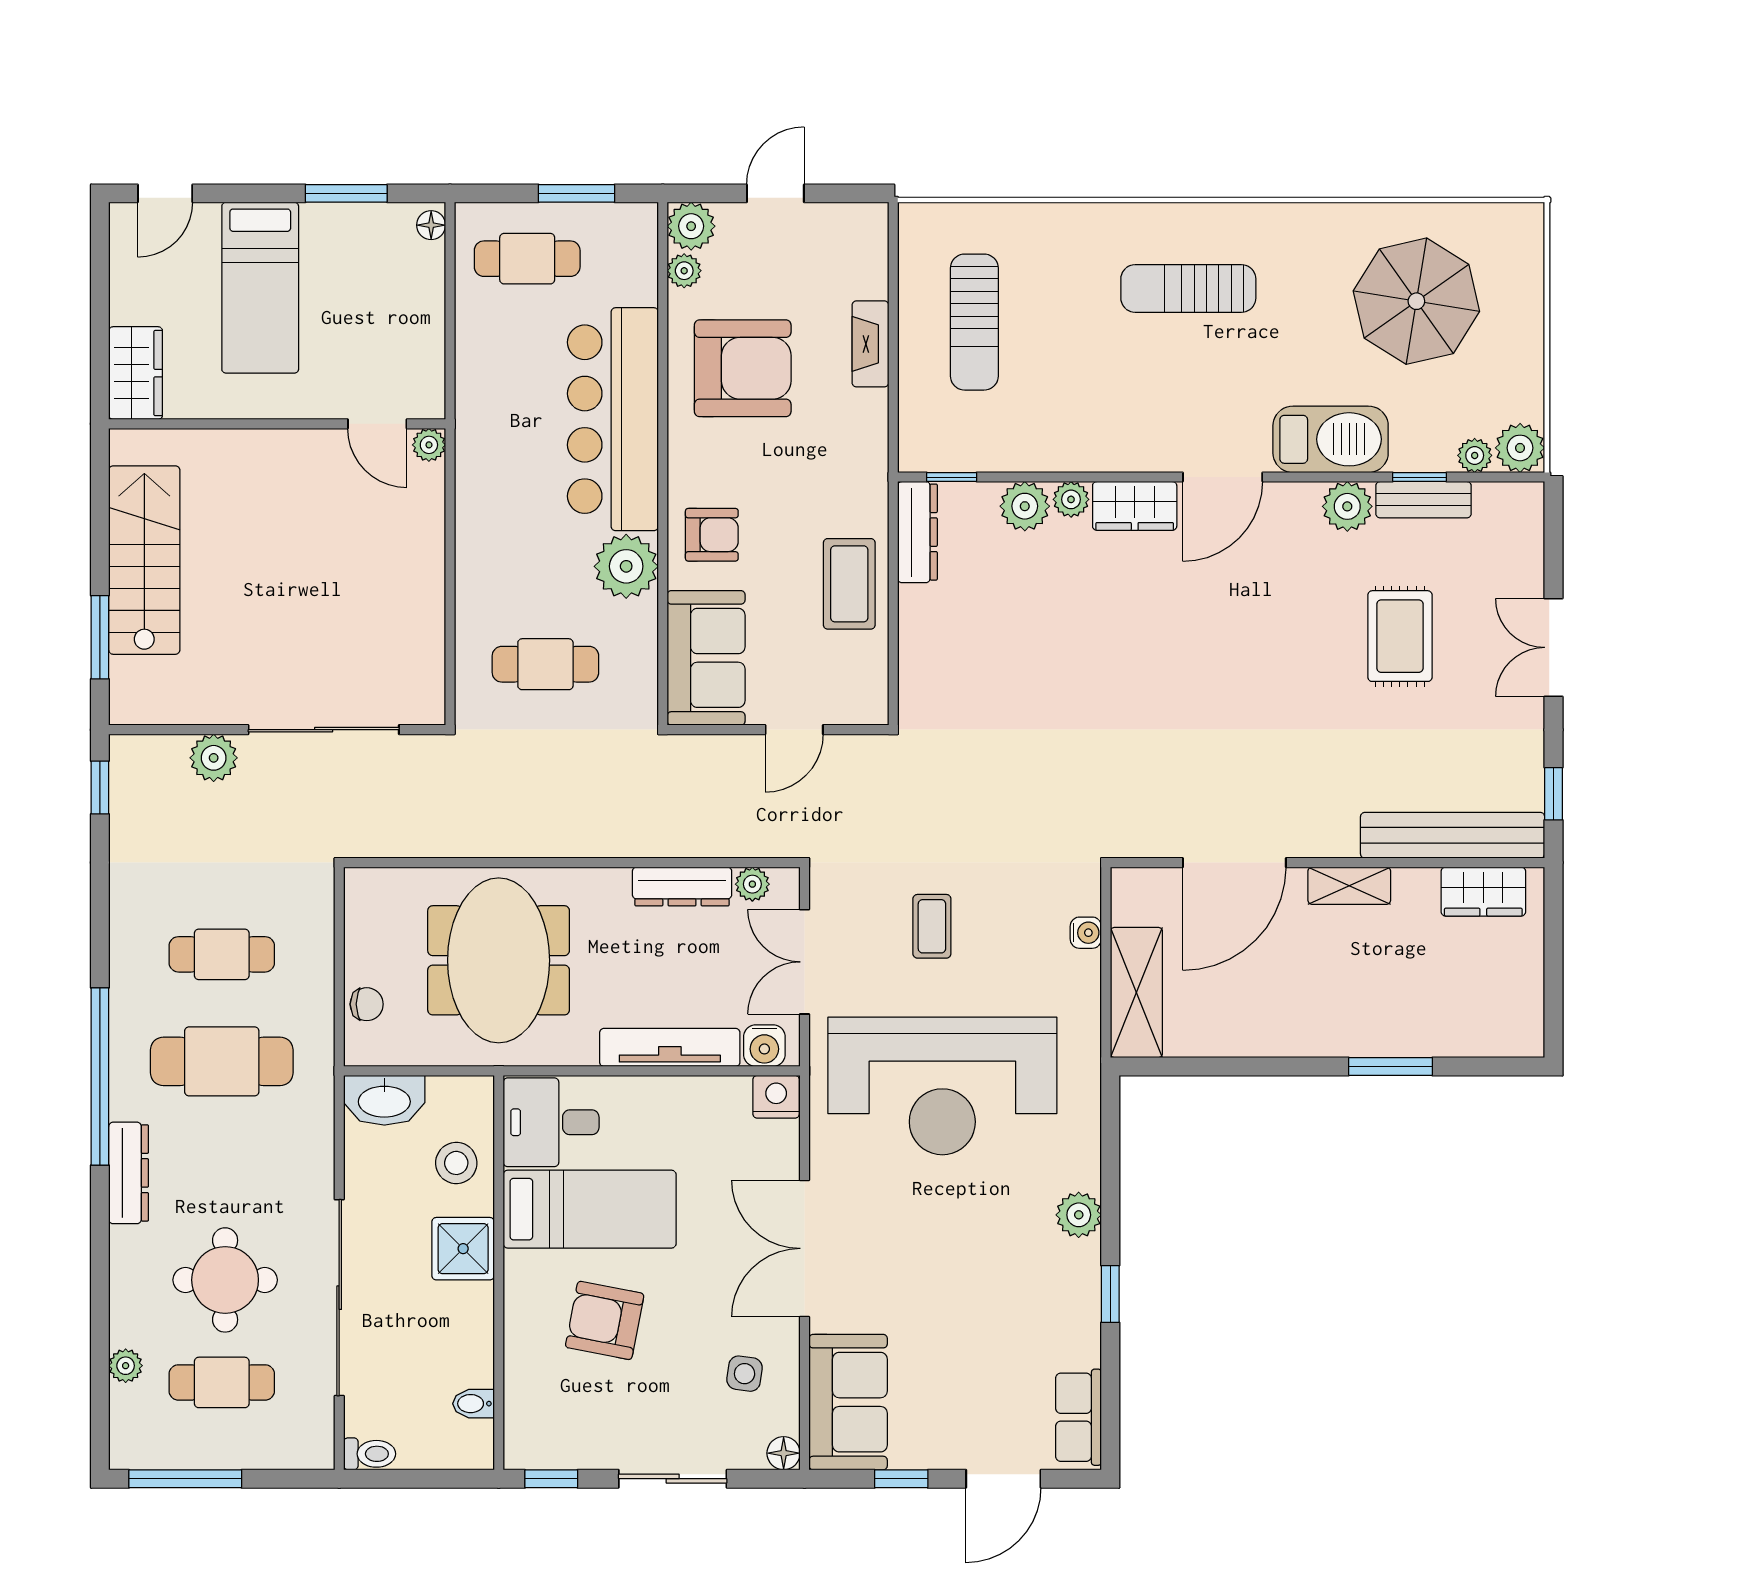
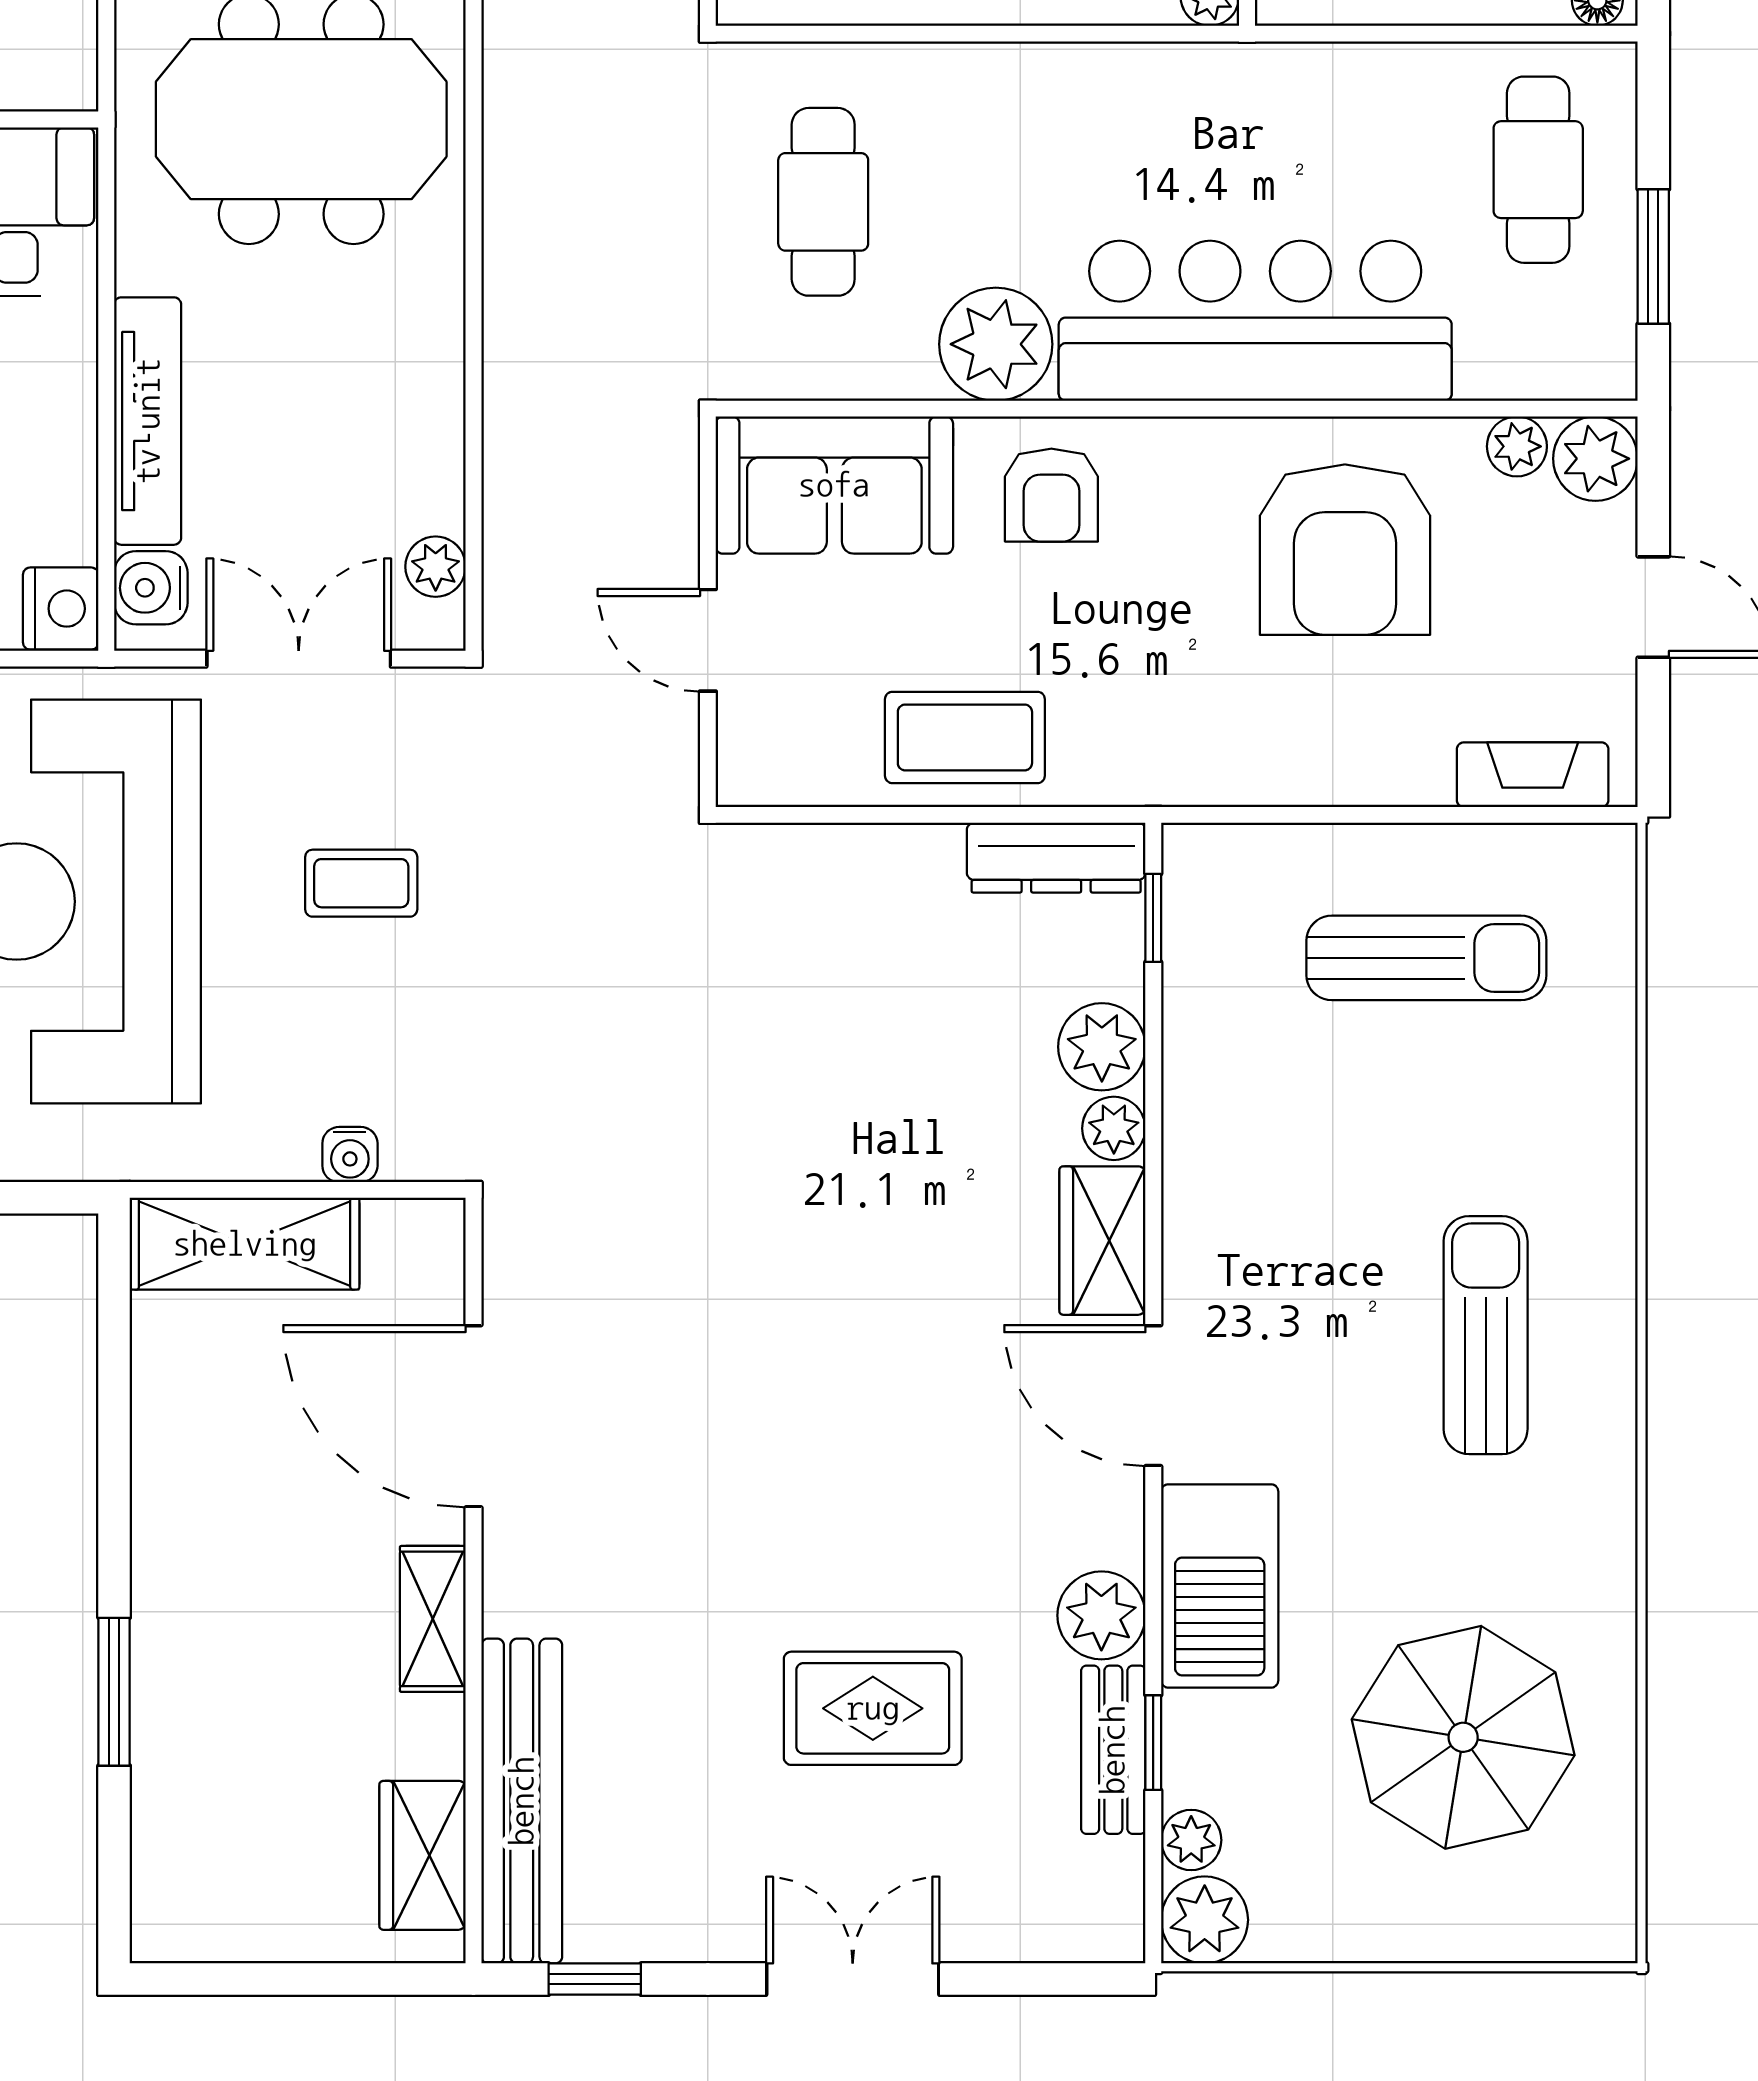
sun lounger: (974, 322) -> (1426, 958), turned 180
fireplace: (870, 344) -> (1533, 775), moved
dresser: (682, 886) -> (431, 443), removed

